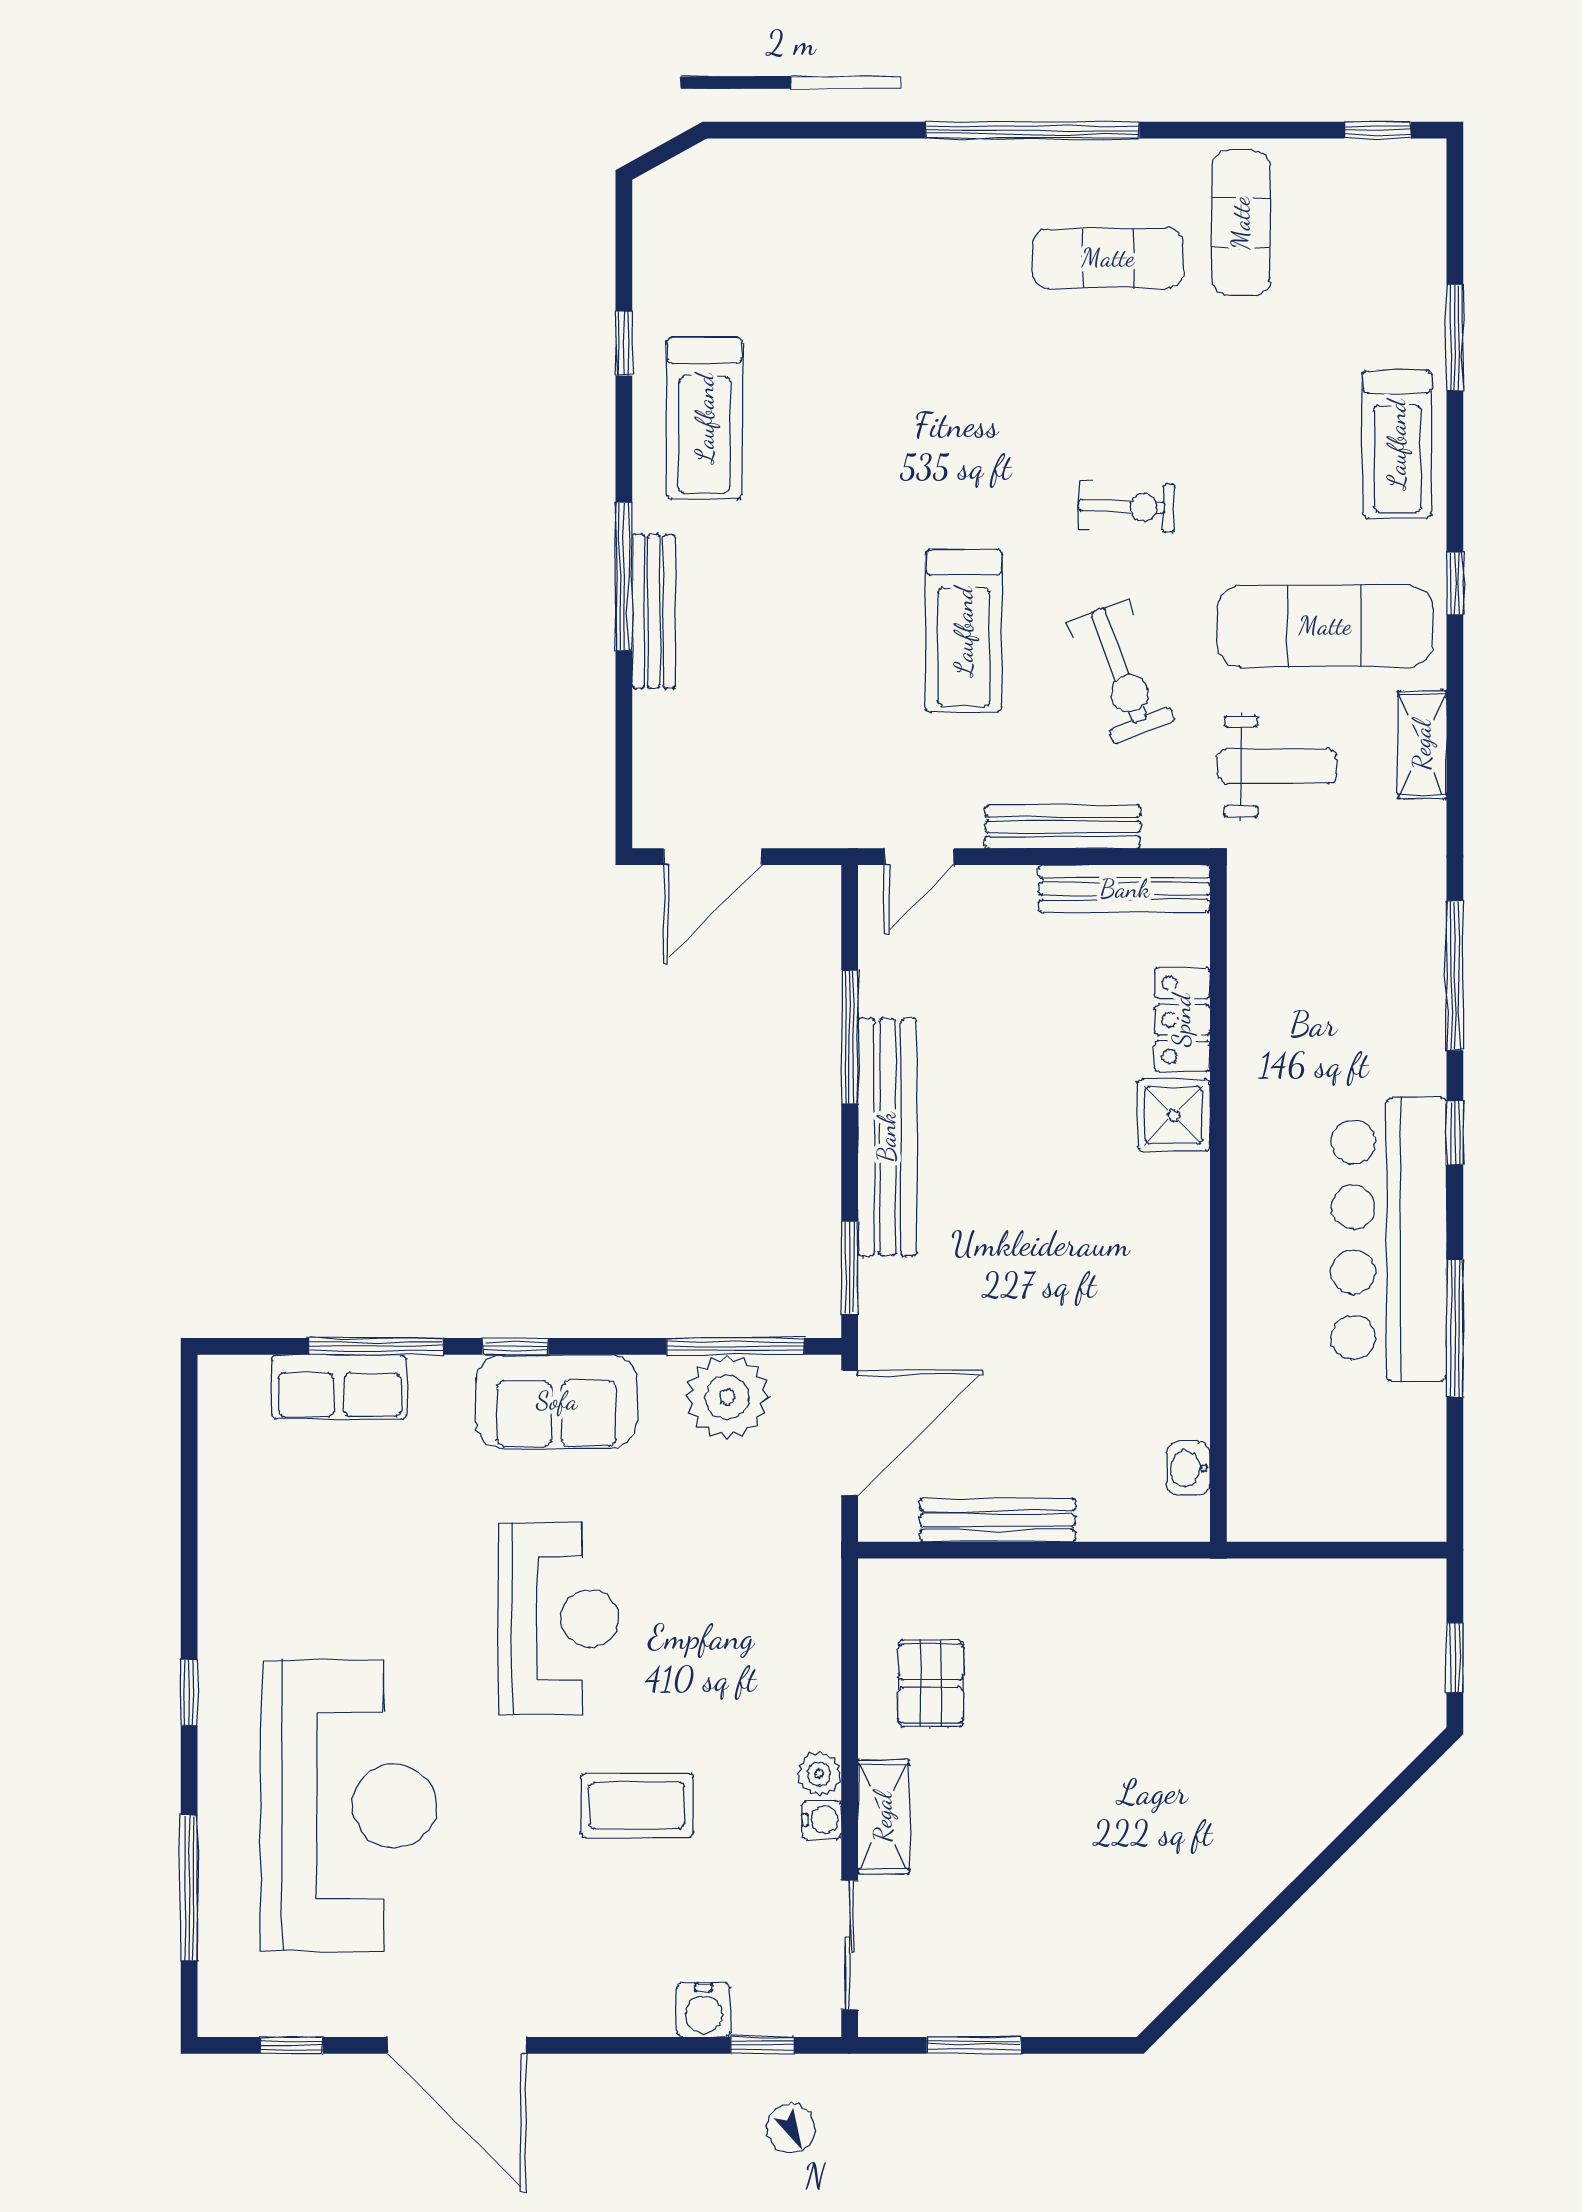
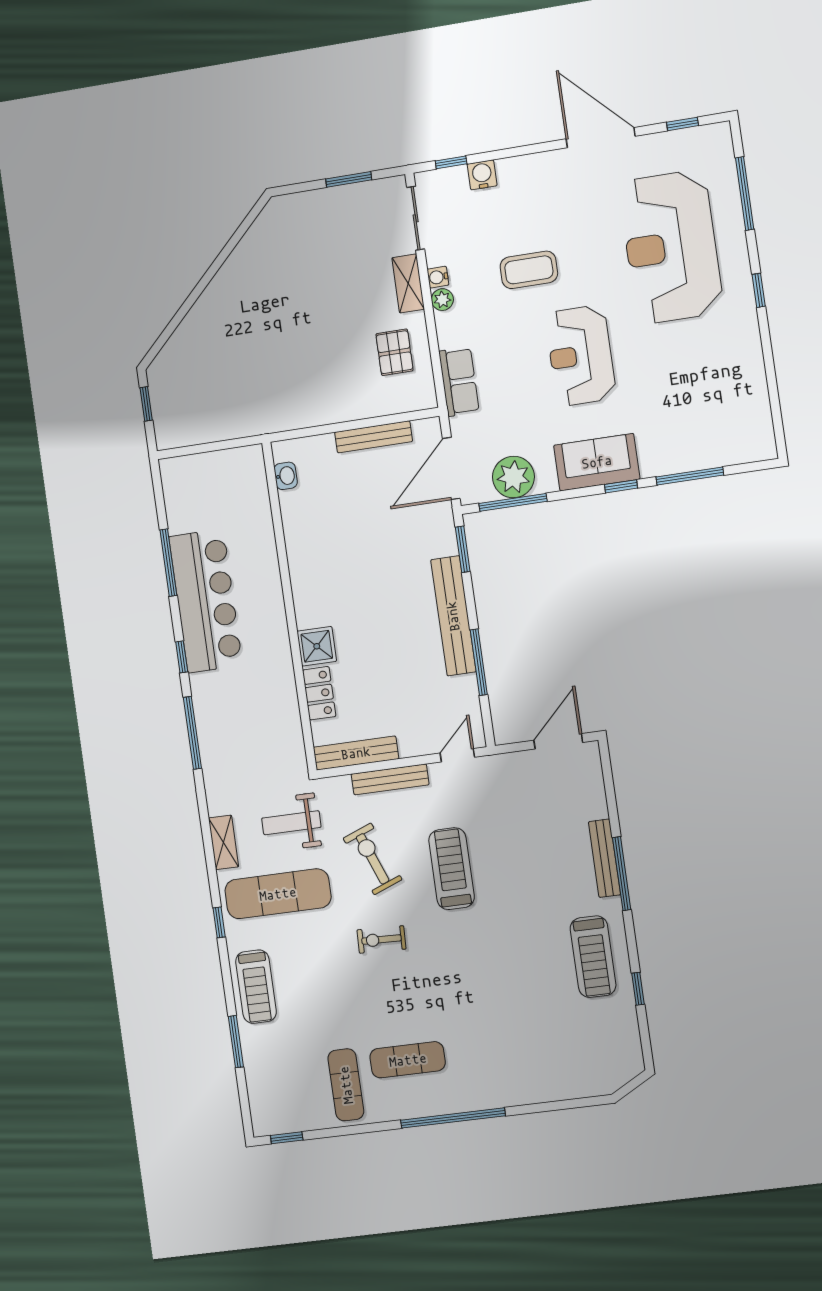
treadmill: (705, 418) -> (593, 957), turned 180
treadmill: (1397, 444) -> (256, 987), turned 180
row of seats: (339, 1387) -> (459, 382), moved, turned 90

